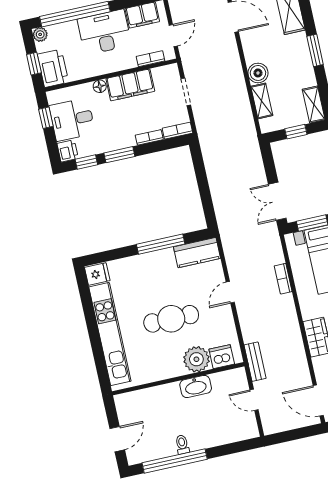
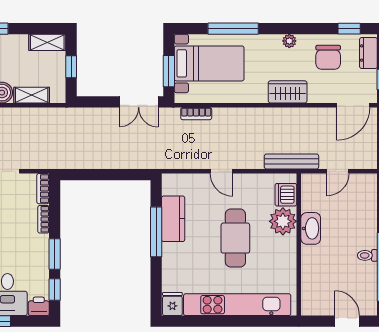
kitchen counter: (197, 253) -> (173, 219), moved
bookcase: (283, 279) -> (196, 114), moved
bench: (255, 362) -> (291, 161), width x1.36

